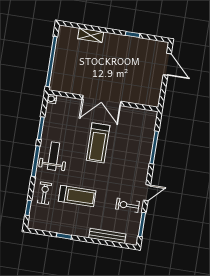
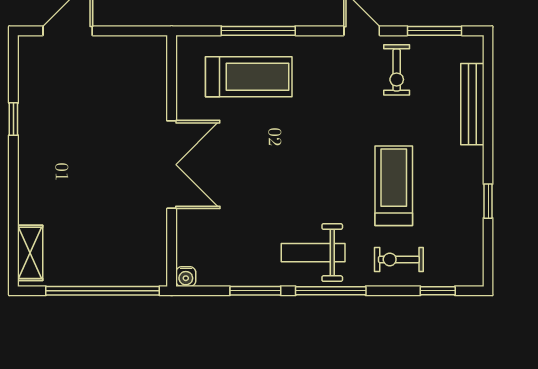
shelving: (91, 35) -> (30, 253), moved
treadmill: (98, 143) -> (249, 77), moved

